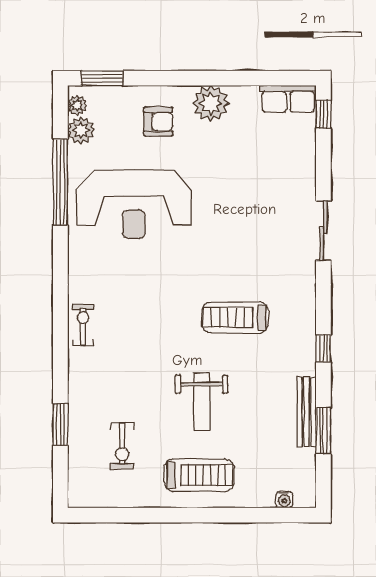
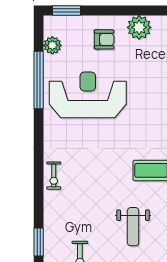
plant: (77, 105) -> (50, 29), removed
reception desk: (134, 204) -> (88, 95), turned 180
exercise bike: (83, 325) -> (54, 176), turned 180

